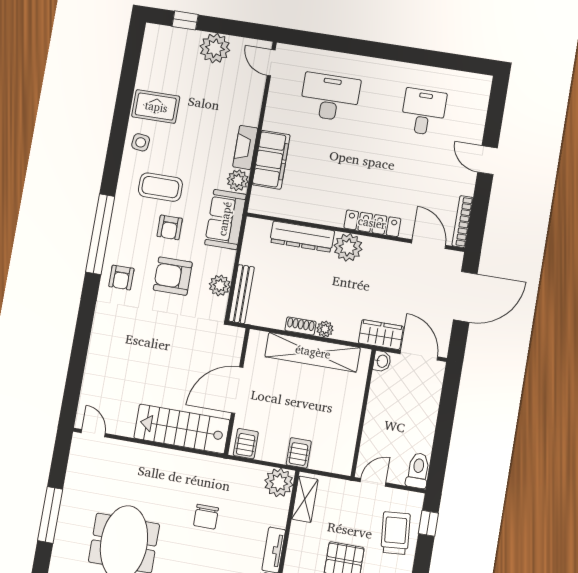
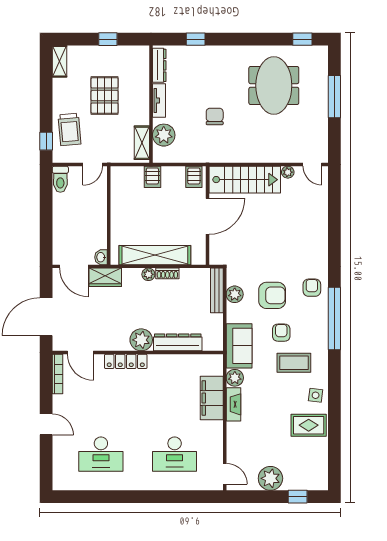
desk: (423, 112) -> (101, 454), width x1.37
plant: (126, 429) -> (288, 172), added
plant: (279, 483) -> (164, 135), moved

